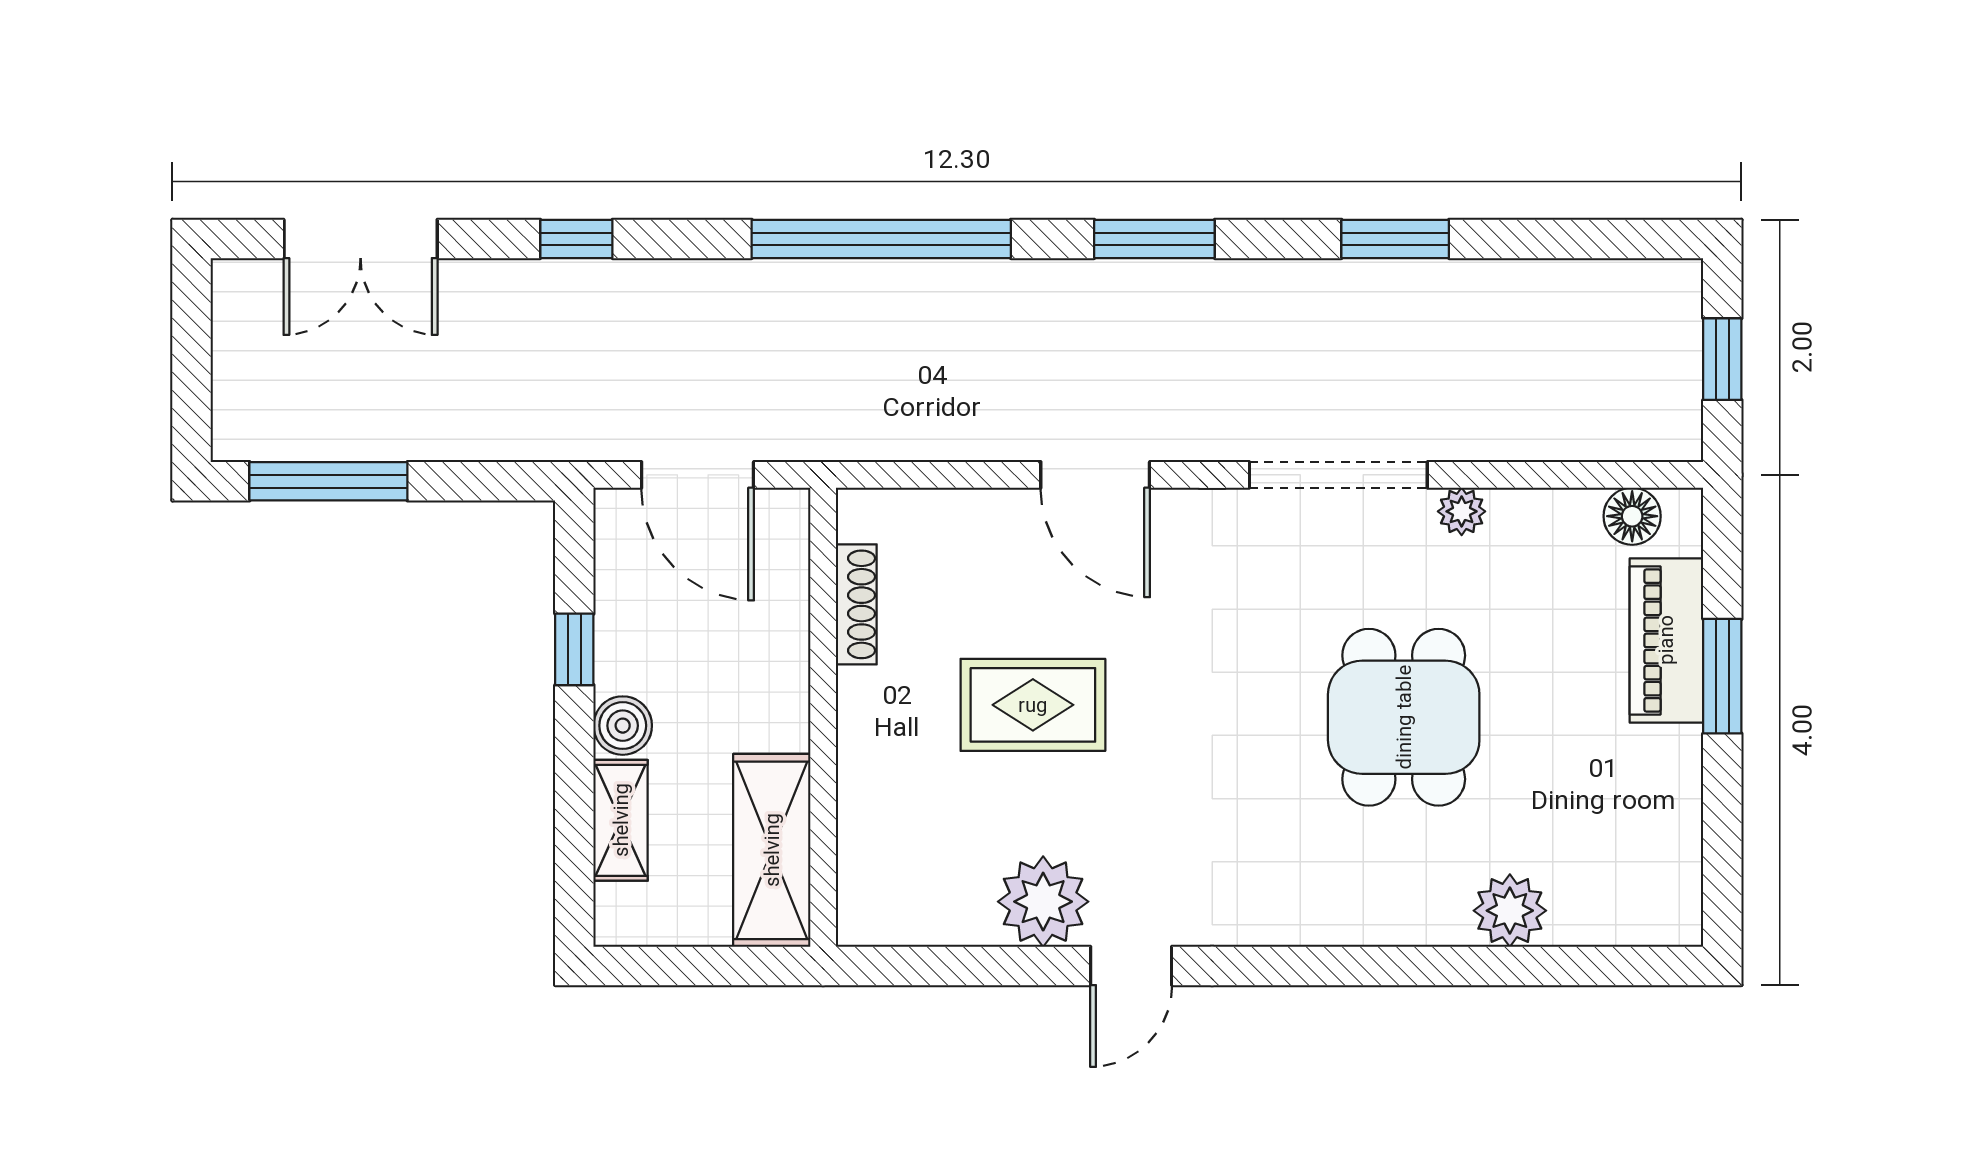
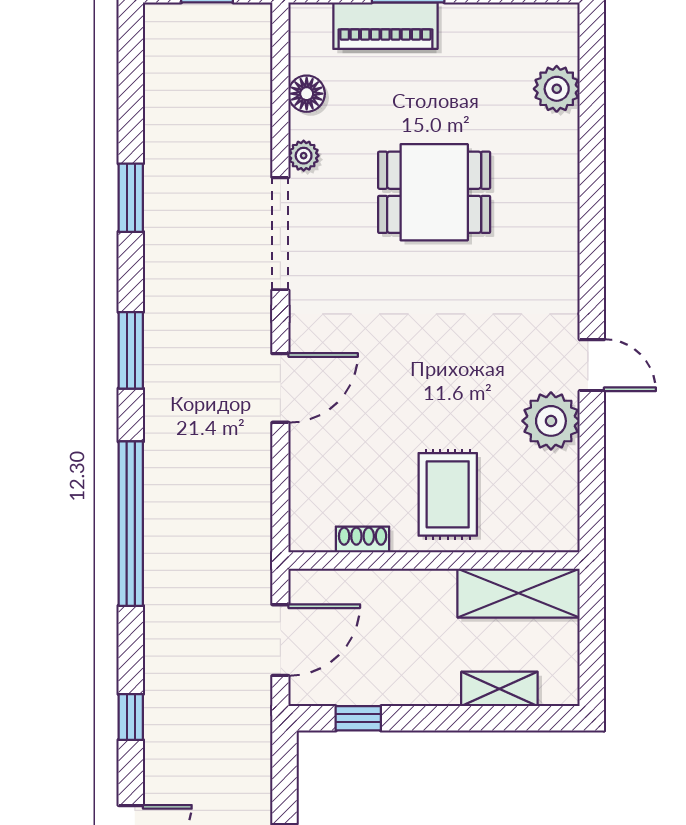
floor lamp: (1632, 516) -> (307, 94), moved
shoe rack: (856, 604) -> (363, 539), width x0.70
window: (574, 649) -> (358, 718), moved
rug: (1033, 705) -> (448, 494), moved
boiler: (623, 726) -> (439, 688), removed
plant: (1510, 911) -> (557, 89), moved

